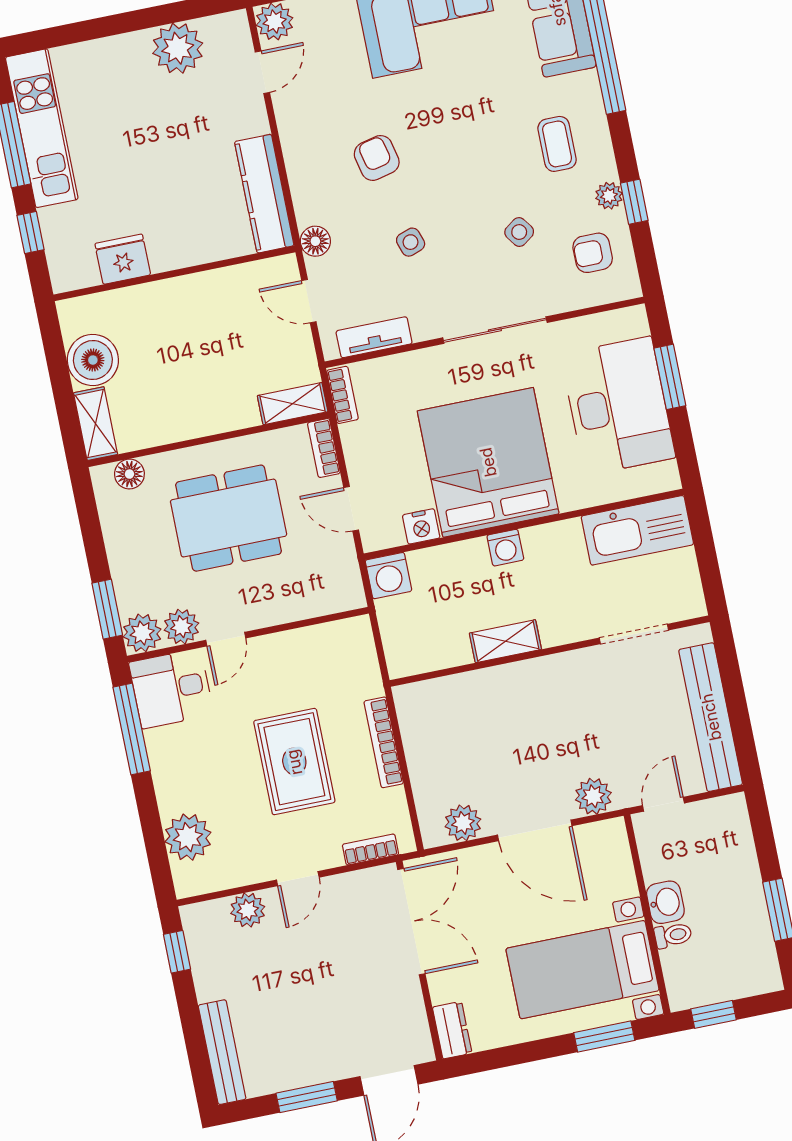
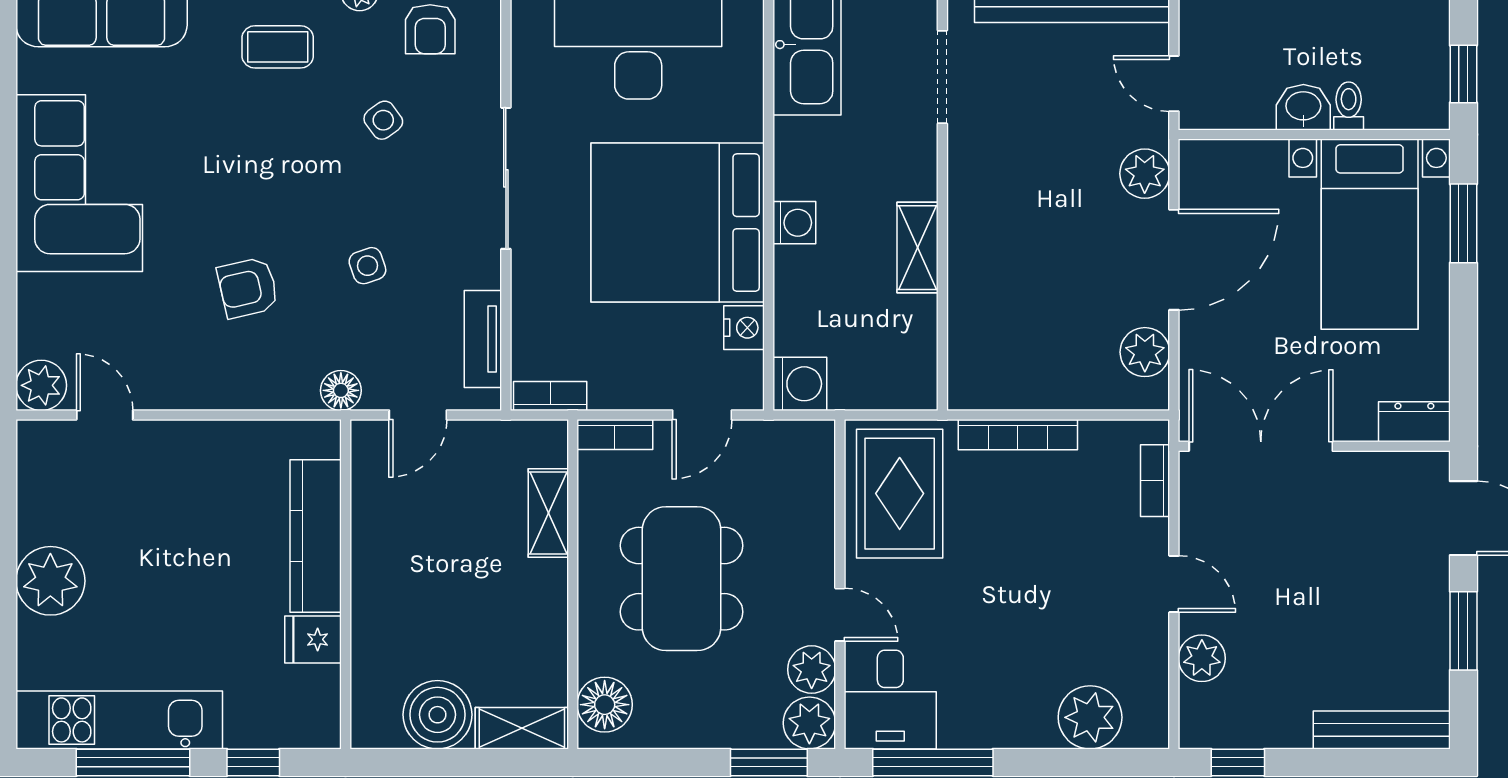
plant: (178, 48) -> (50, 581), moved
kitchen counter: (264, 194) -> (316, 536), moved, turned 90
fridge: (123, 259) -> (313, 639), width x0.72
shelving: (293, 404) -> (548, 513), moved
floor lamp: (129, 474) -> (605, 705), width x1.38, depth x1.38
rug: (294, 762) -> (900, 494), moved, turned 90

